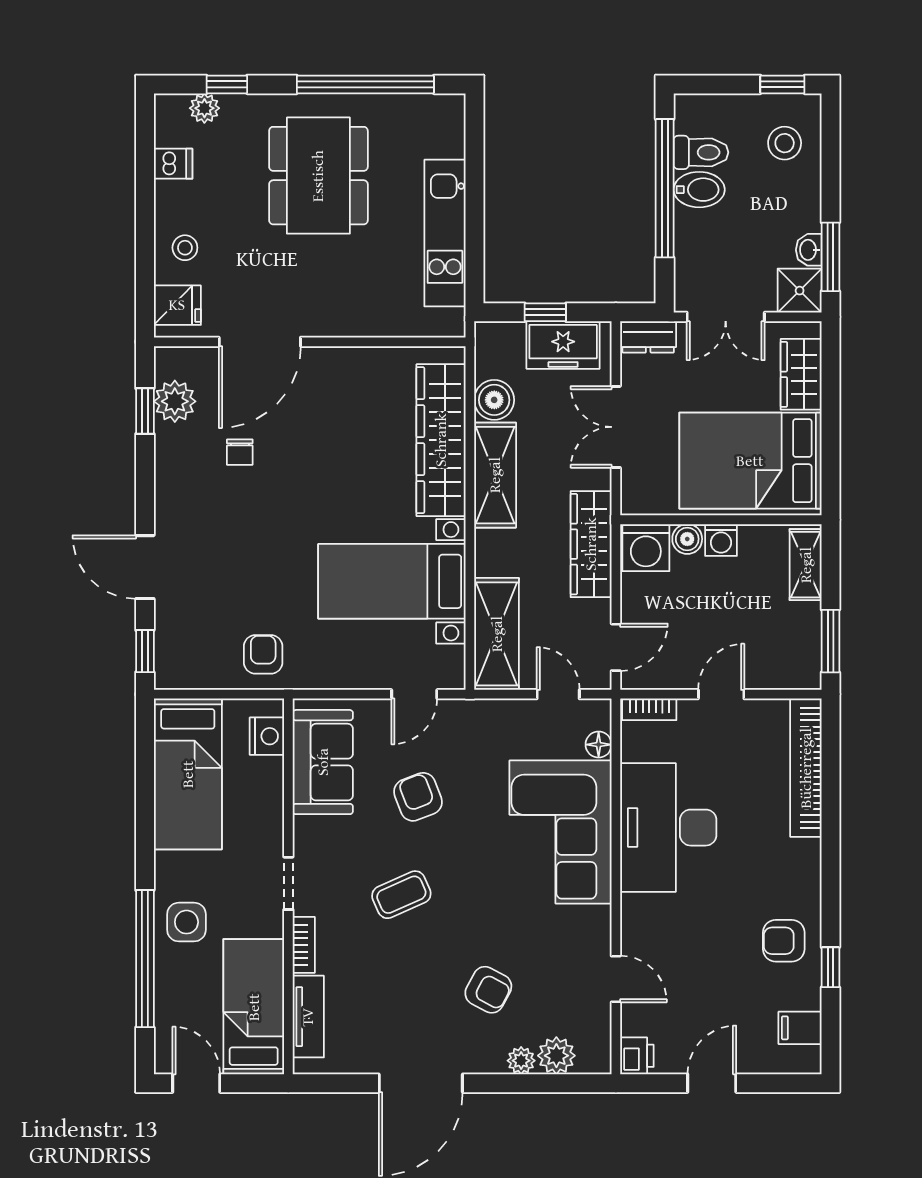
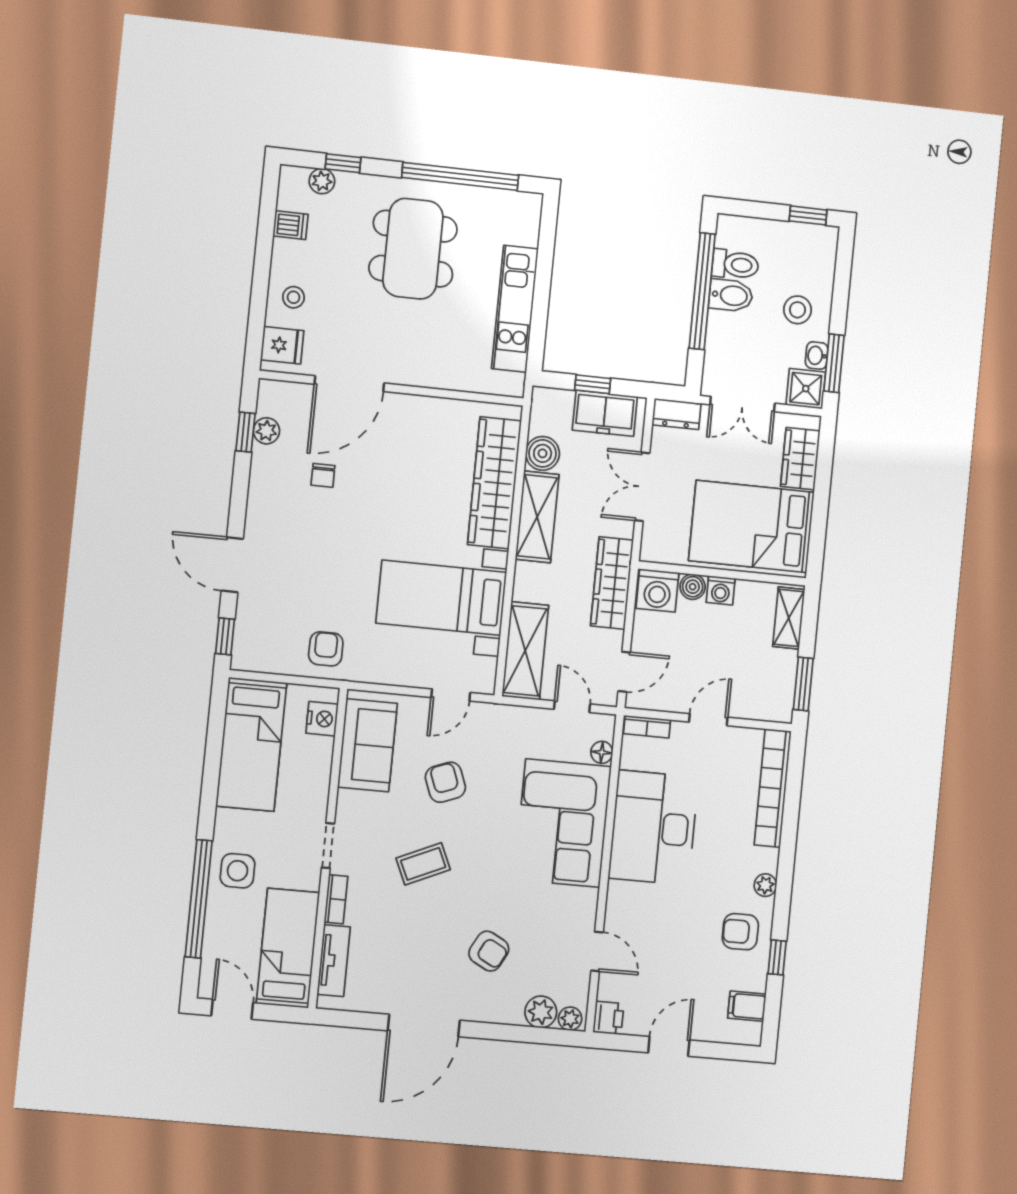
stool: (785, 143) -> (797, 310), moved
plant: (175, 401) -> (266, 431), width x0.73, depth x0.73
plant: (808, 883) -> (765, 885), added
plant: (521, 1061) -> (570, 1019), moved

